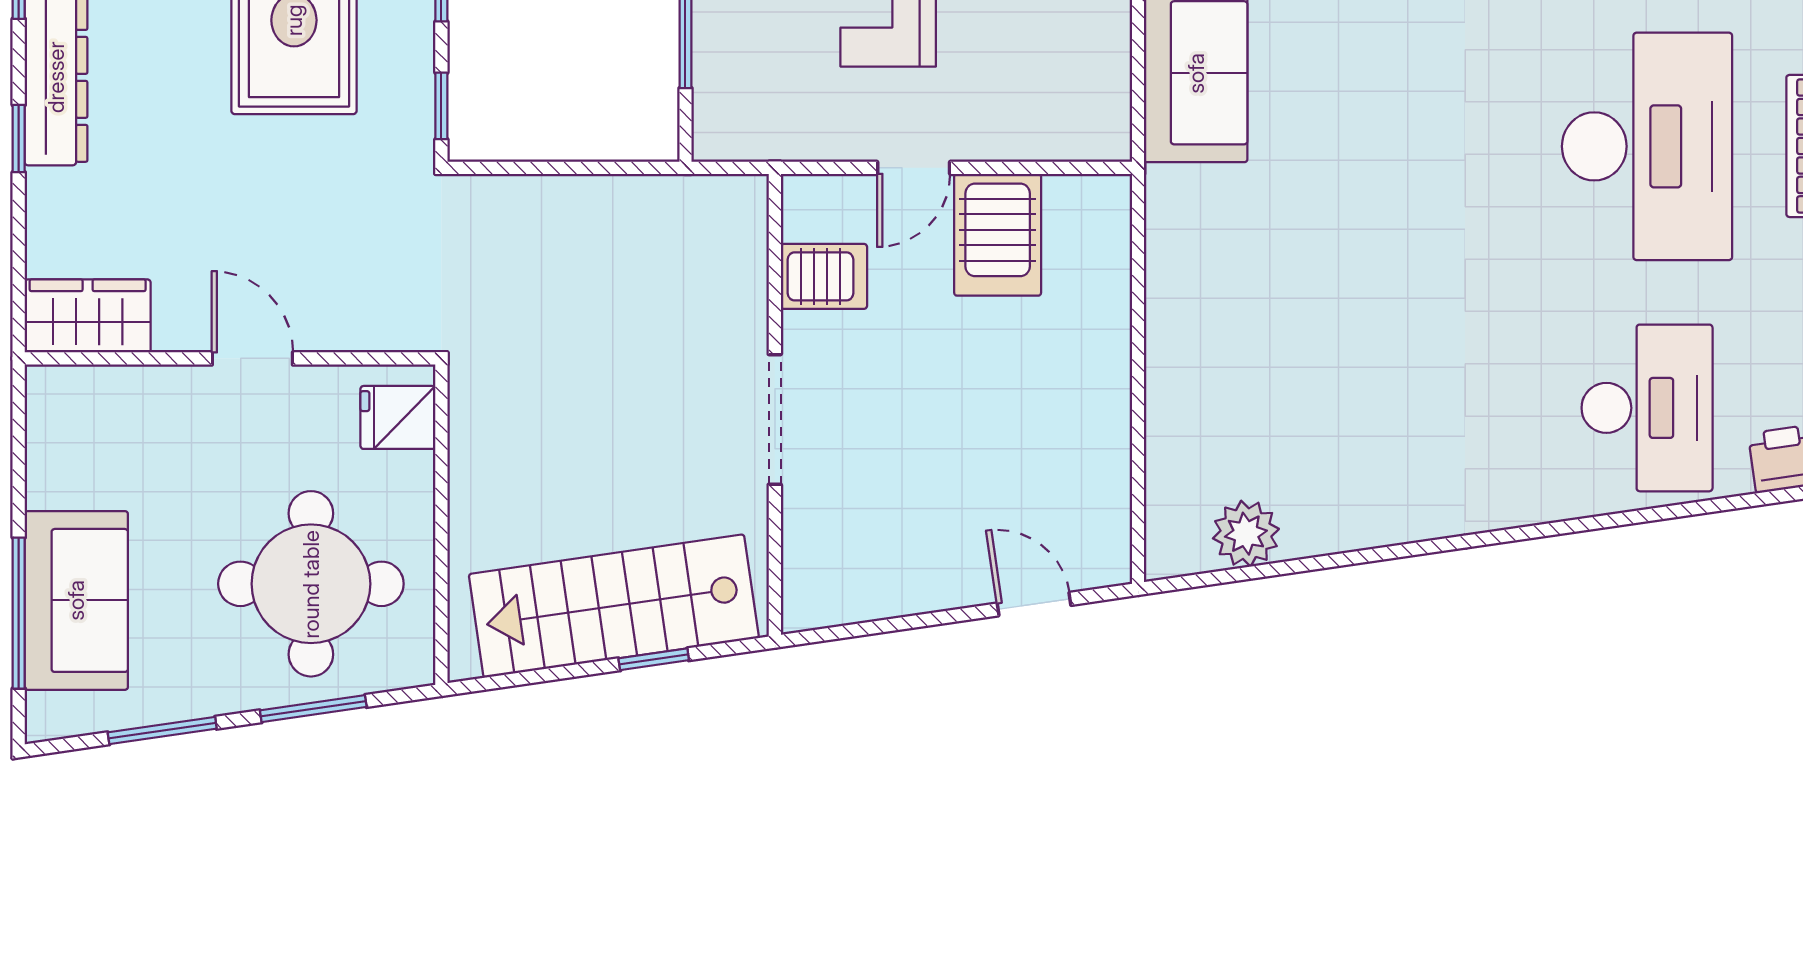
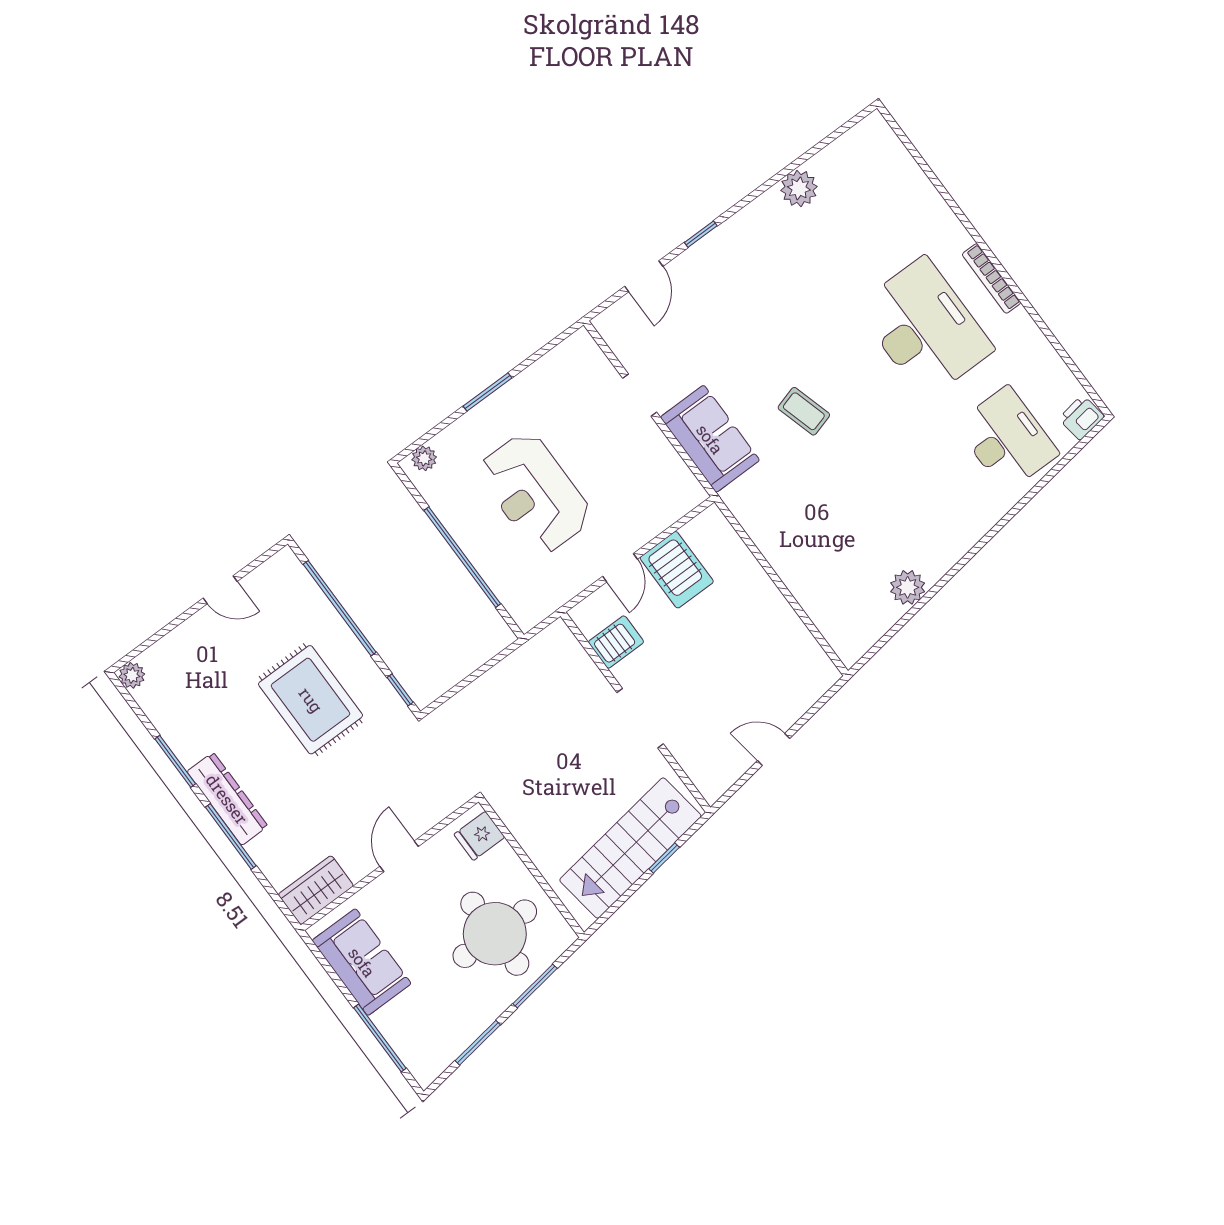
coffee table: (1370, 137) -> (804, 411), added
window: (19, 139) -> (231, 836), width x2.17
door: (252, 358) -> (399, 856), hinge flipped
plant: (1246, 534) -> (908, 587), moved
sofa: (76, 600) -> (362, 962), moved
door: (1034, 604) -> (774, 749), moved

